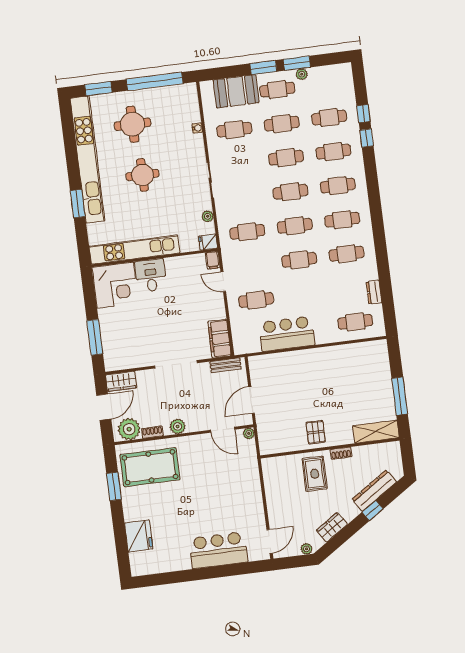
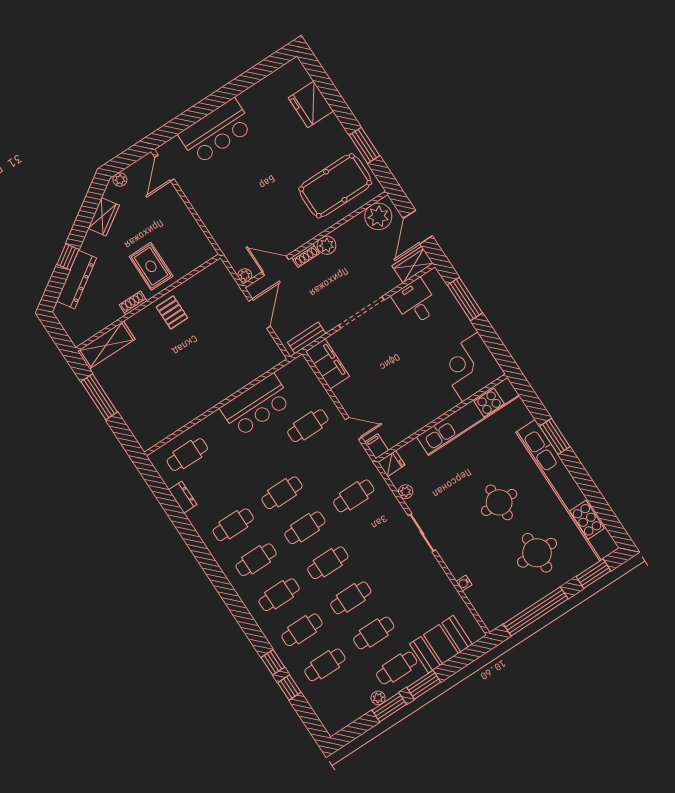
cafe table: (234, 130) -> (423, 601), removed
desk: (151, 276) -> (415, 302), moved, turned 180
shoe rack: (152, 432) -> (305, 256), moved

